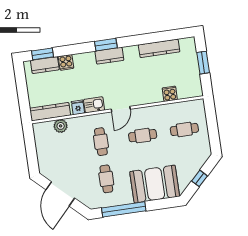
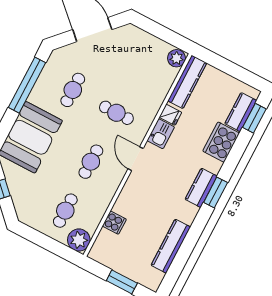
cooker: (66, 62) -> (221, 142), width x1.87, depth x1.31
plant: (196, 108) -> (79, 240), added
plant: (61, 126) -> (177, 58), moved
cafe table: (106, 179) -> (73, 90), turned 90

